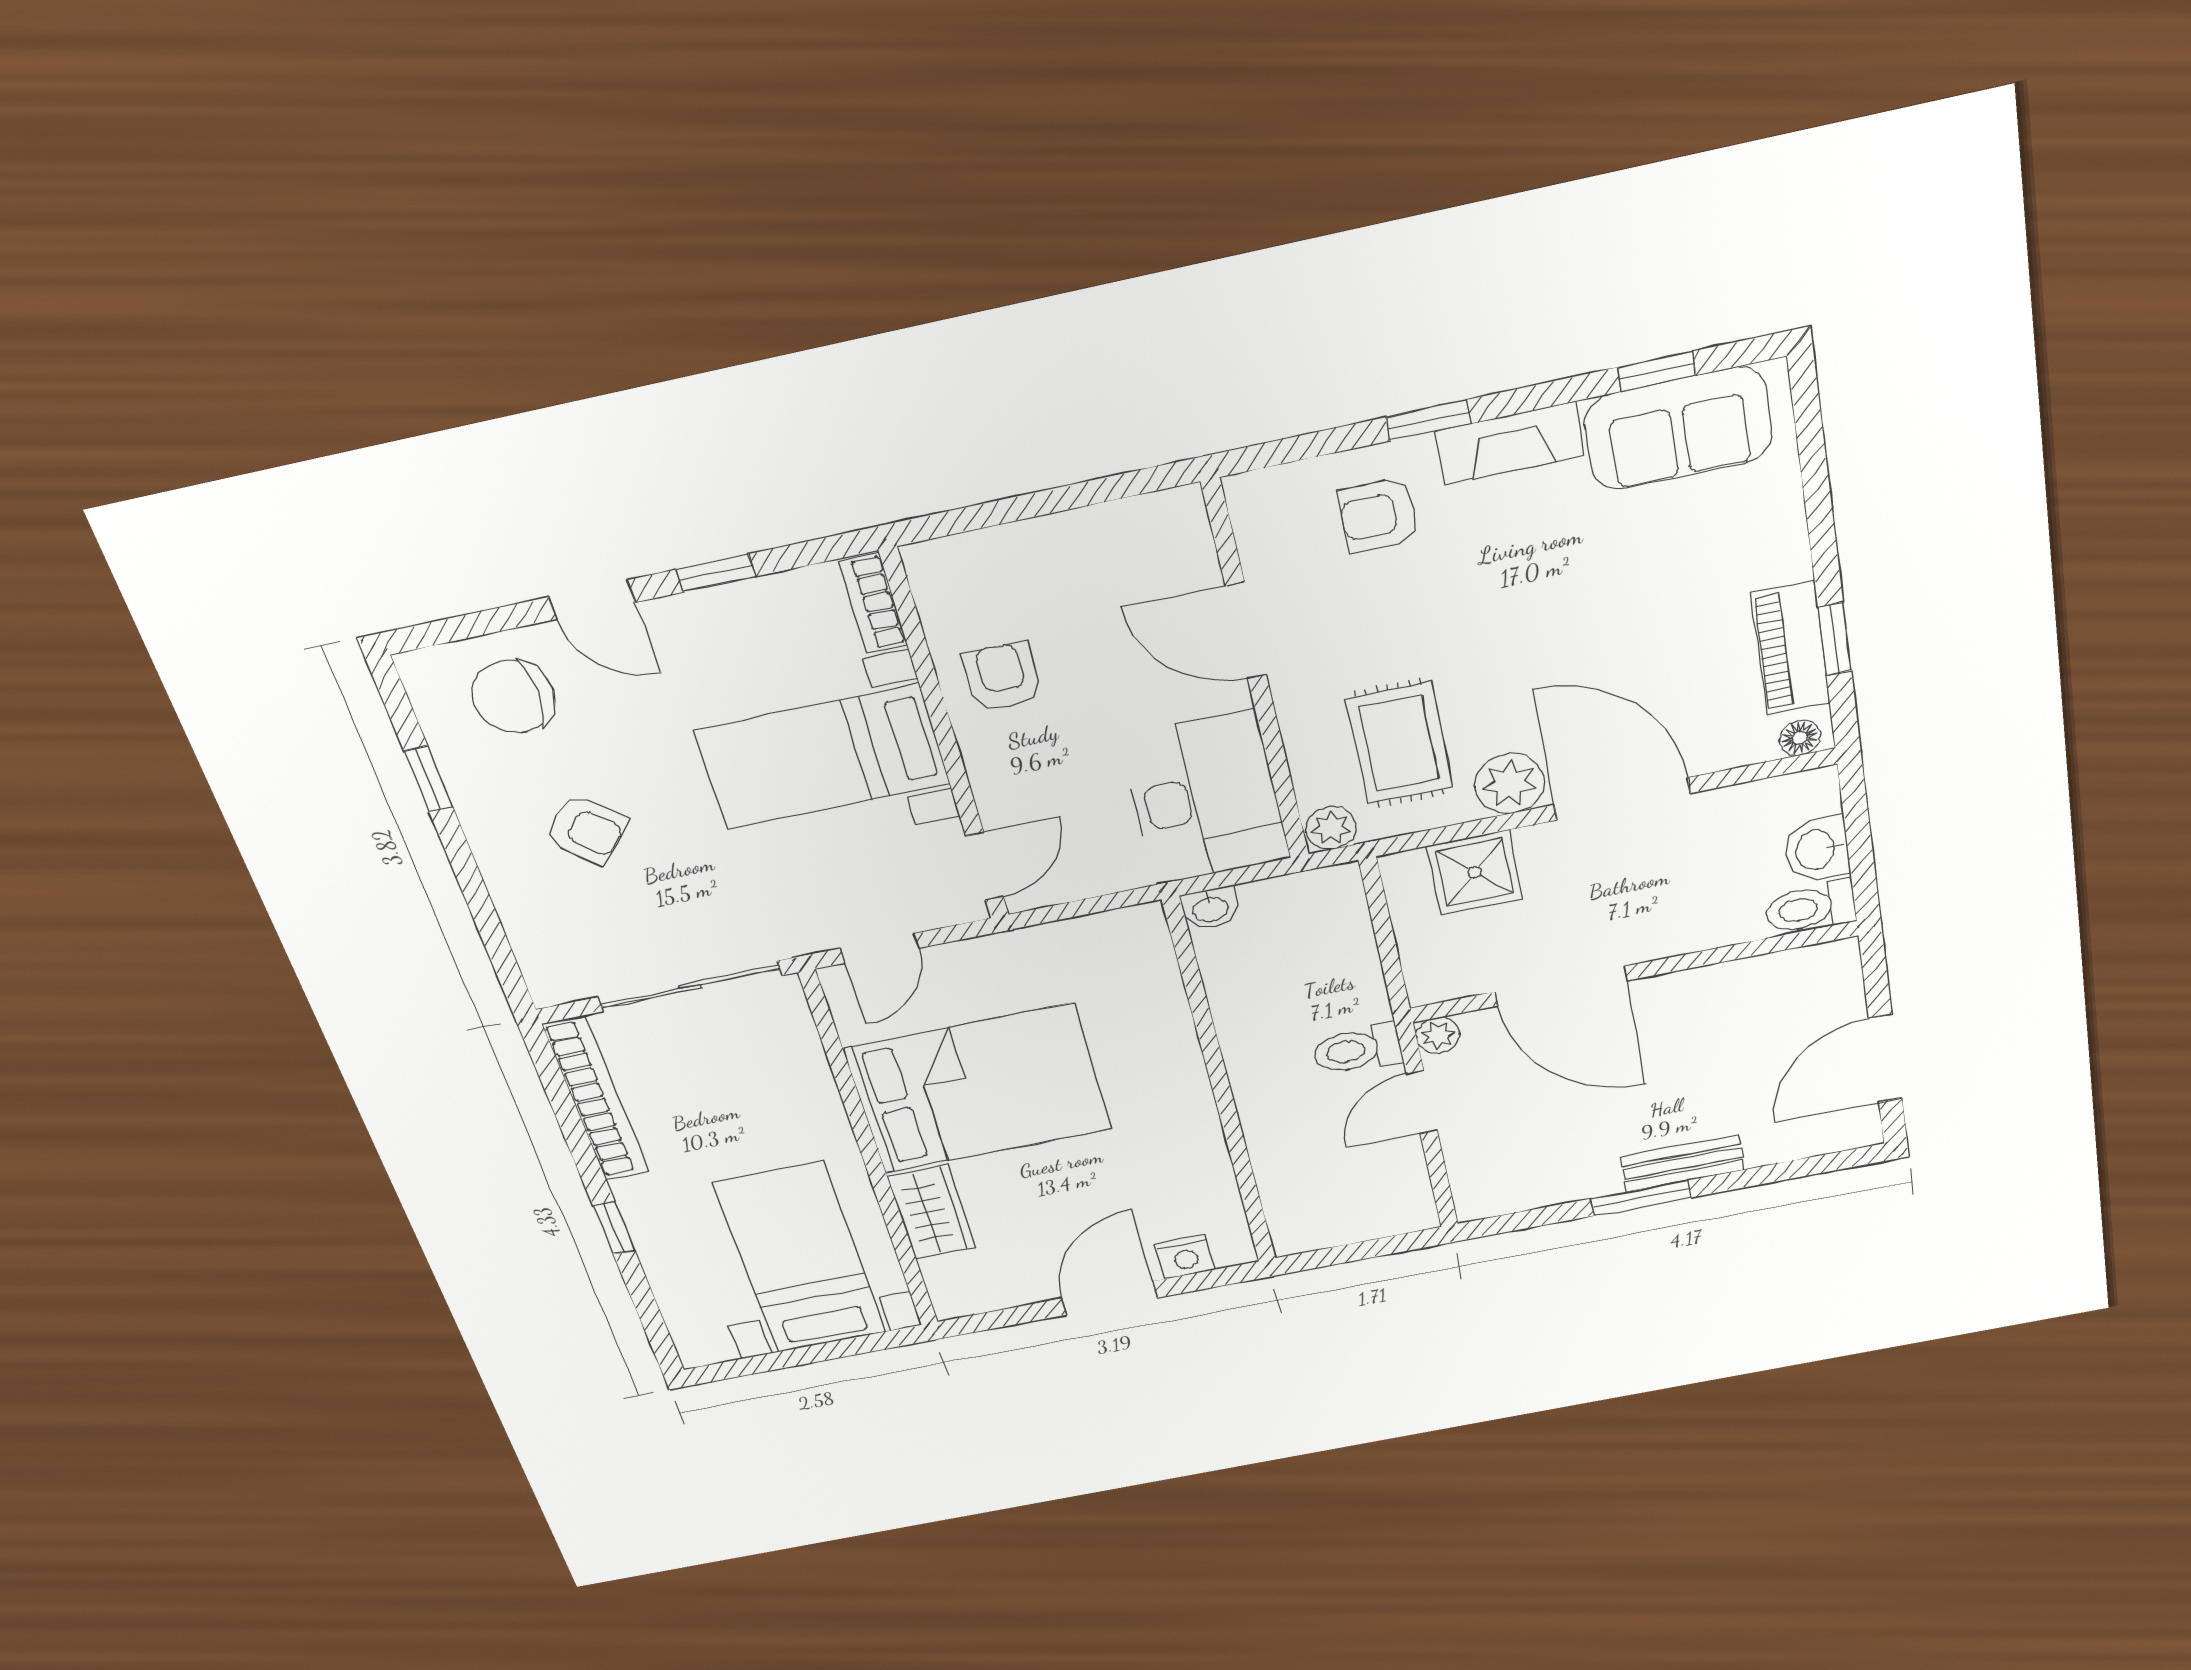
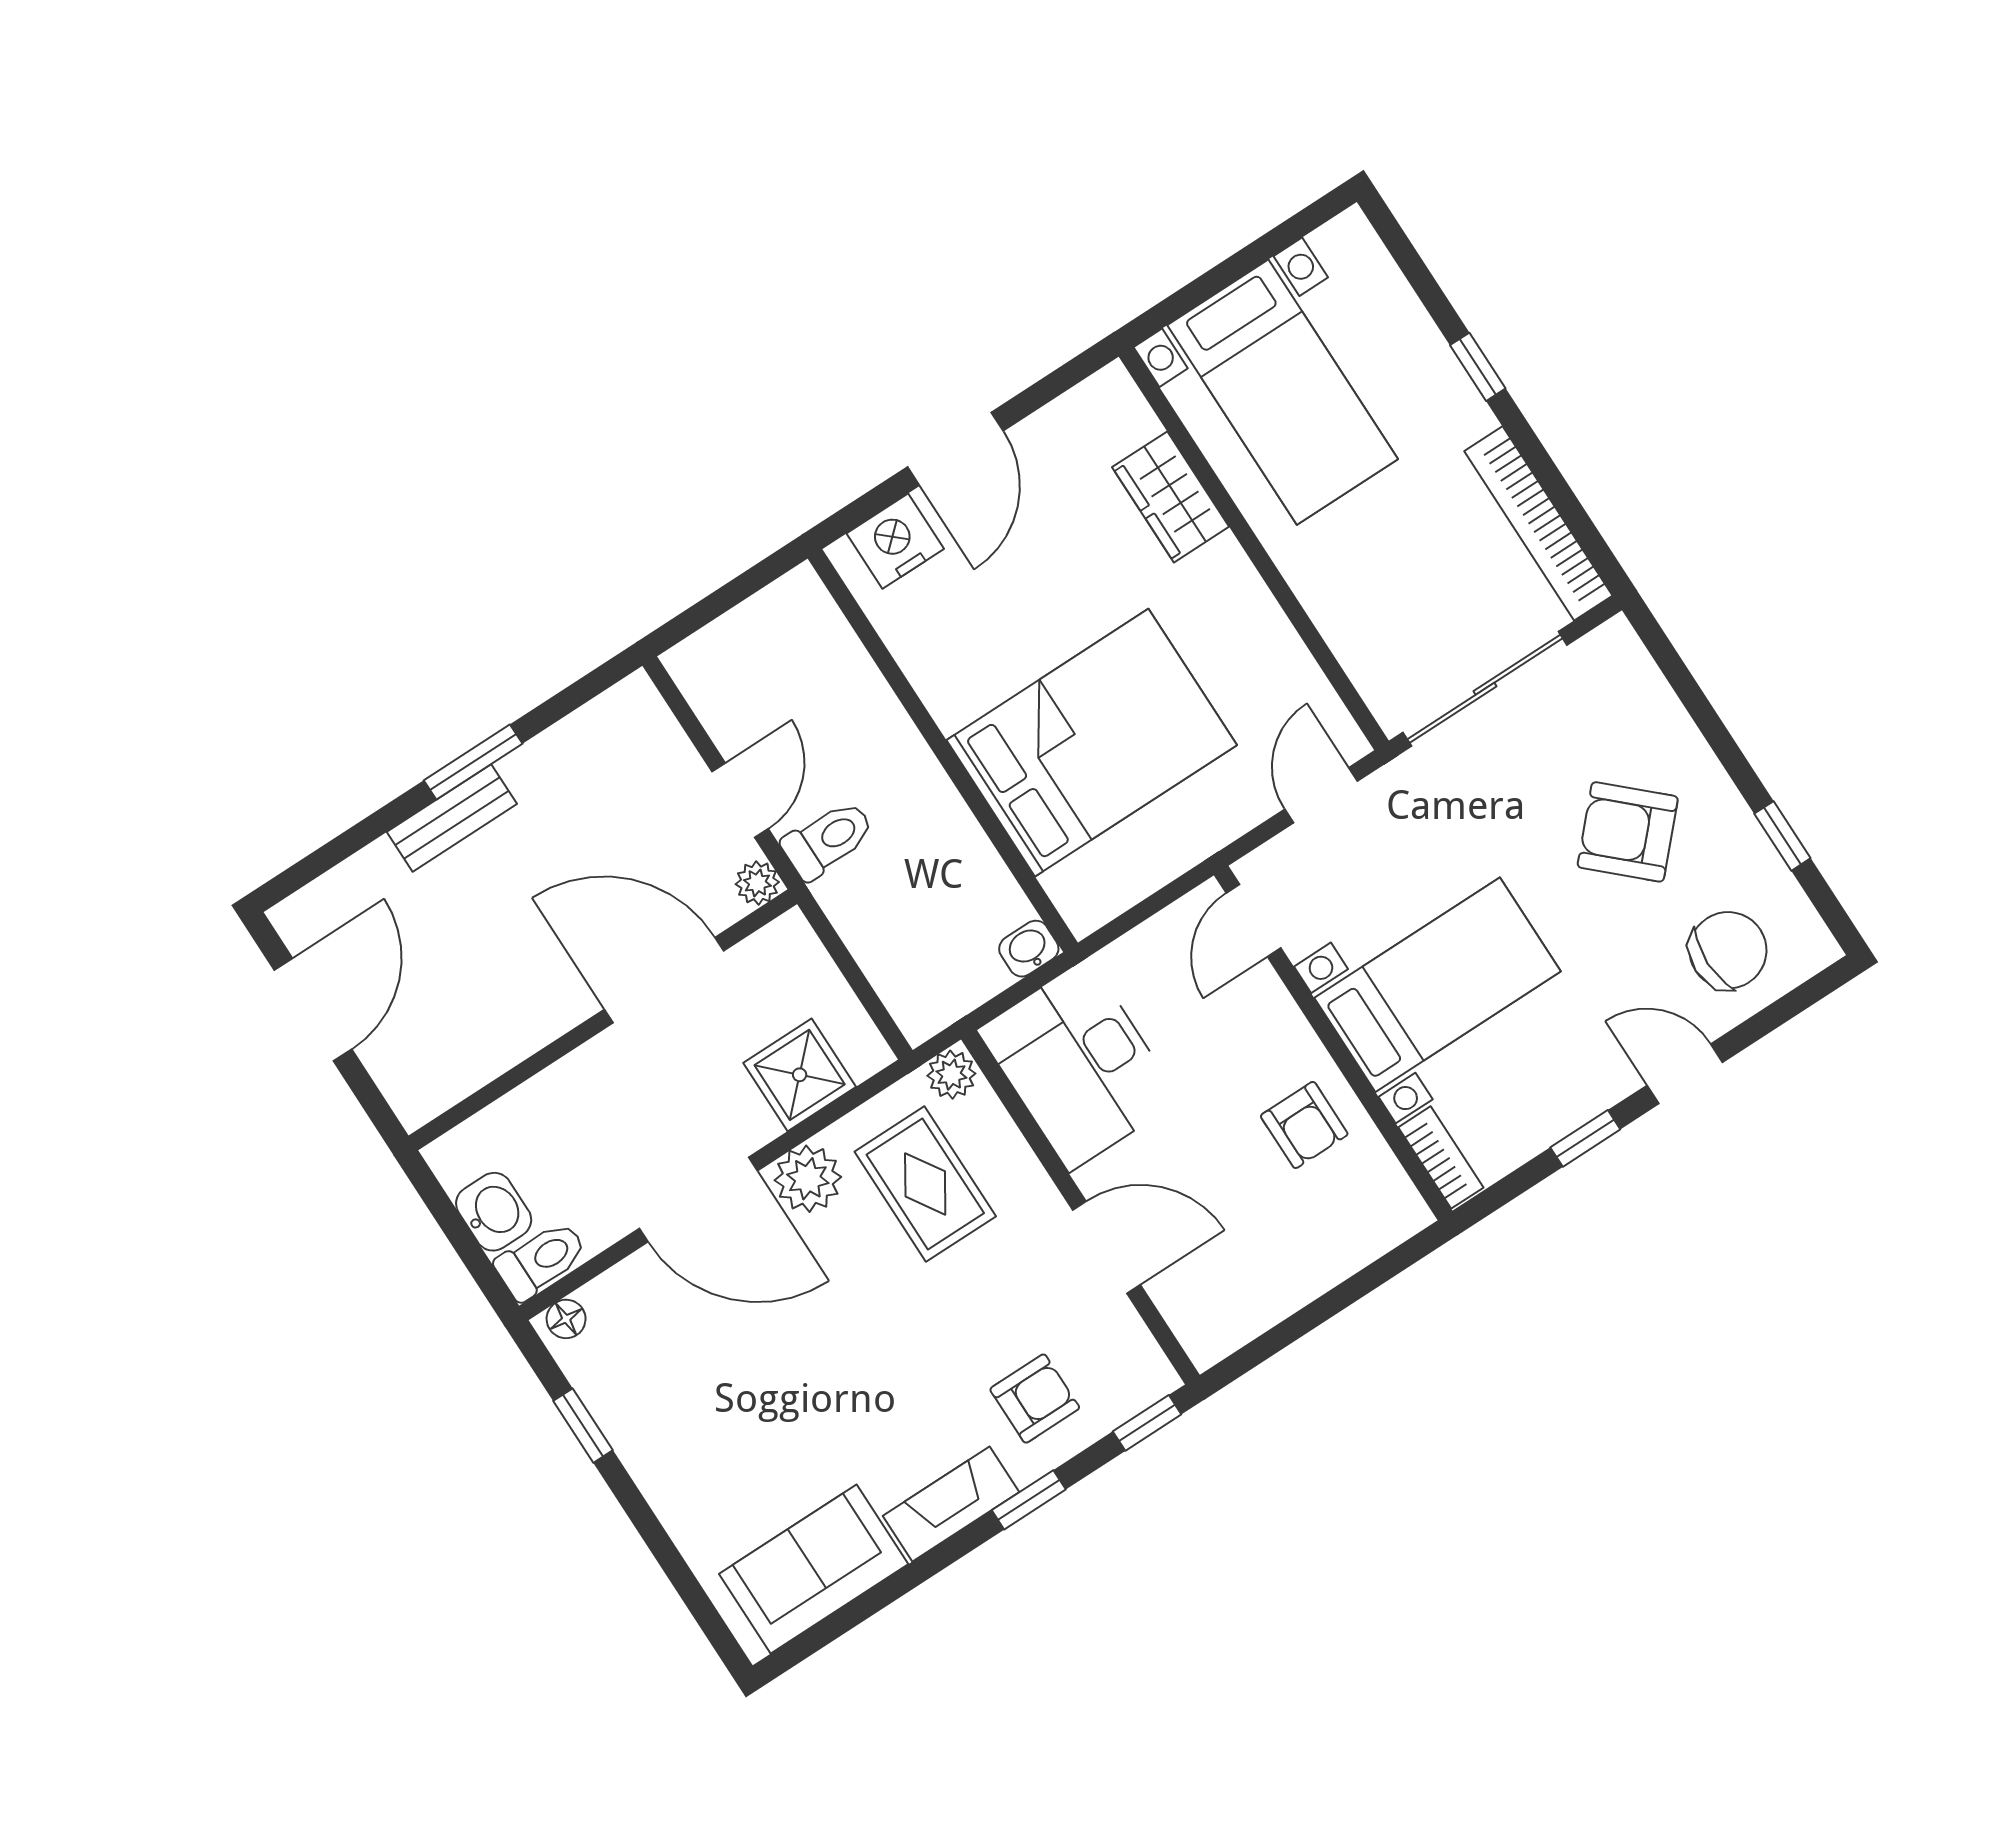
window: (1657, 371) -> (1147, 1423), moved
piano: (1791, 648) -> (618, 1403), removed
armchair: (586, 829) -> (1628, 832), width x1.38, depth x1.38
toilet: (1811, 908) -> (541, 1260), moved
bed: (978, 1089) -> (1092, 743), moved, turned 180
nightstand: (1185, 1257) -> (895, 541), width x1.36, depth x1.33

